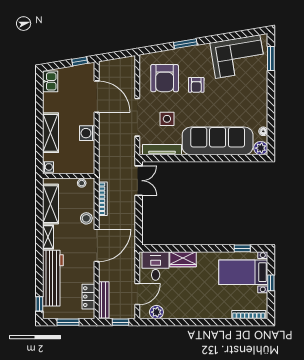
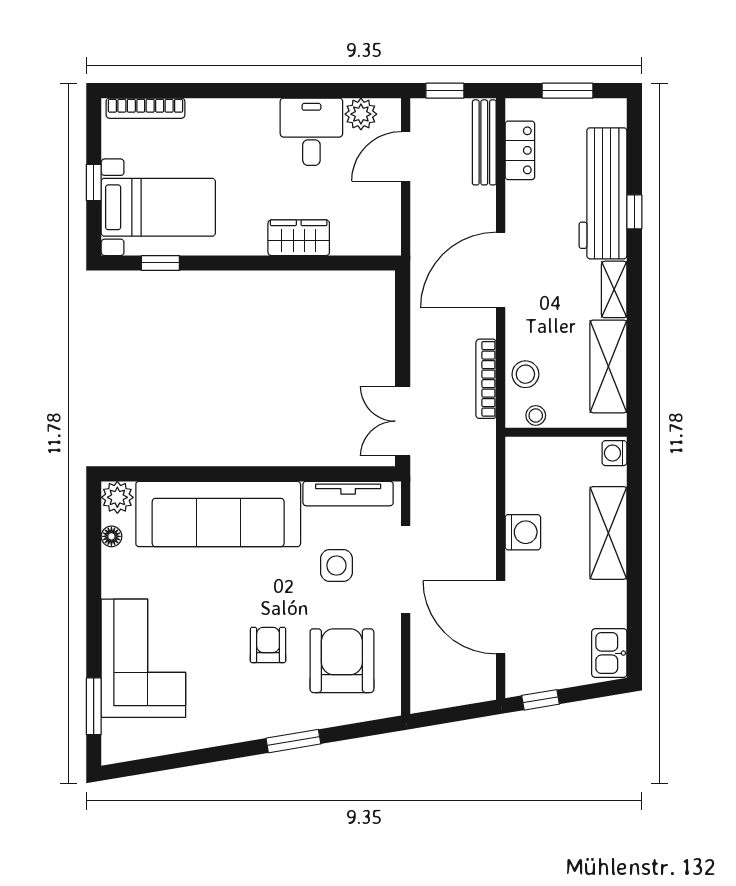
corner sofa: (238, 57) -> (143, 658), moved, turned 99
stool: (86, 218) -> (525, 374), moved
desk: (156, 266) -> (311, 132), moved, turned 180
window: (39, 304) -> (634, 212), moved

